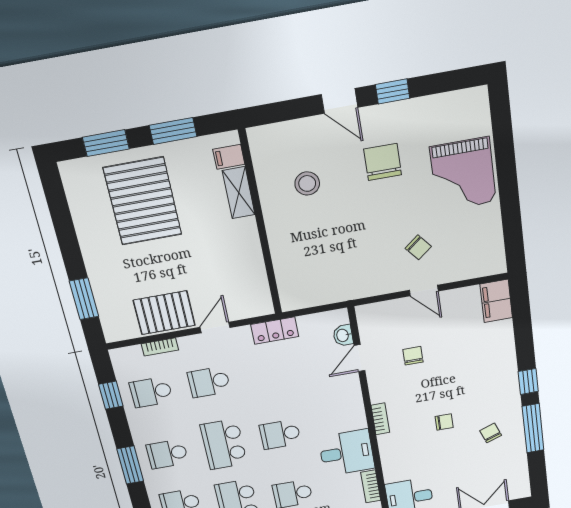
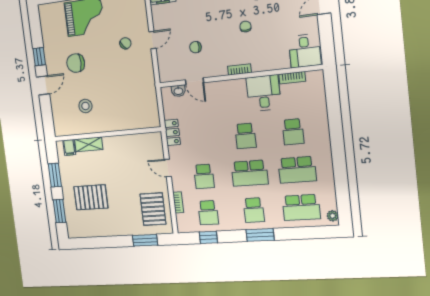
pallet: (143, 201) -> (91, 197), width x0.73, depth x0.71
pallet: (164, 313) -> (153, 209), moved

